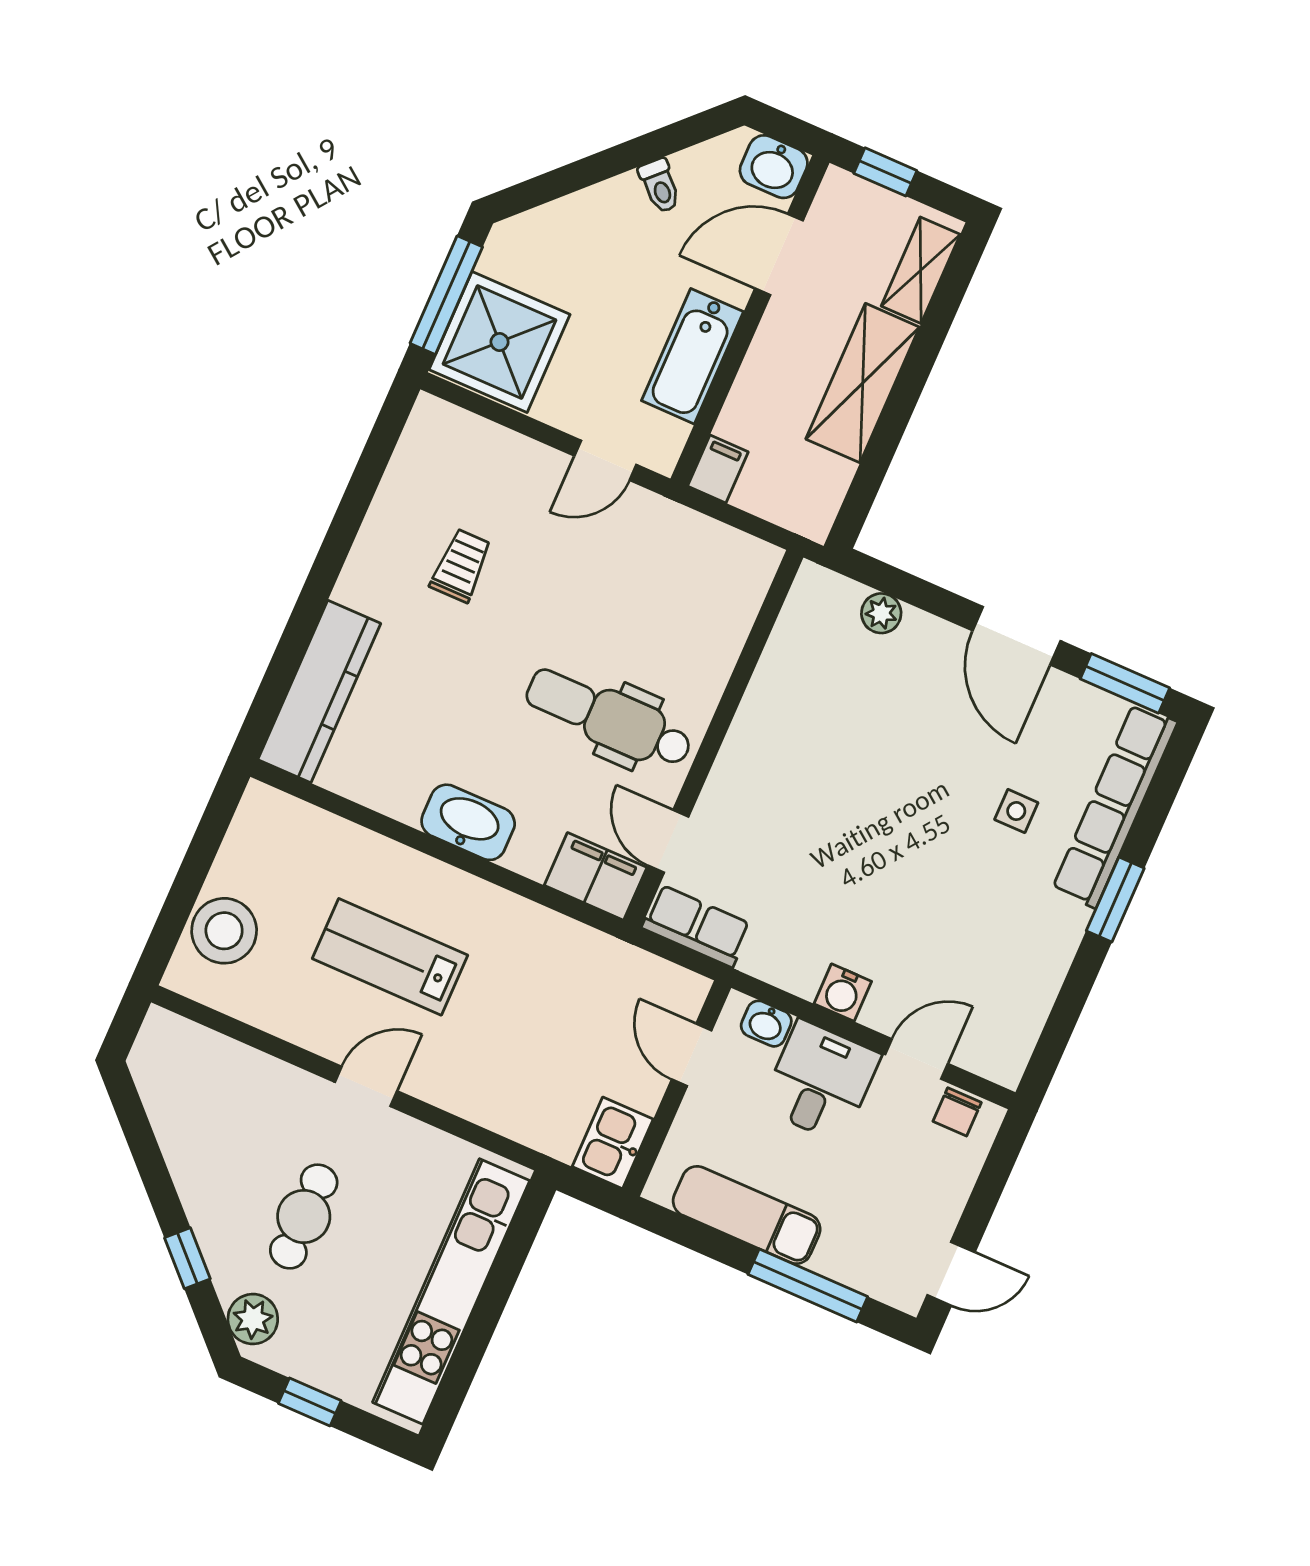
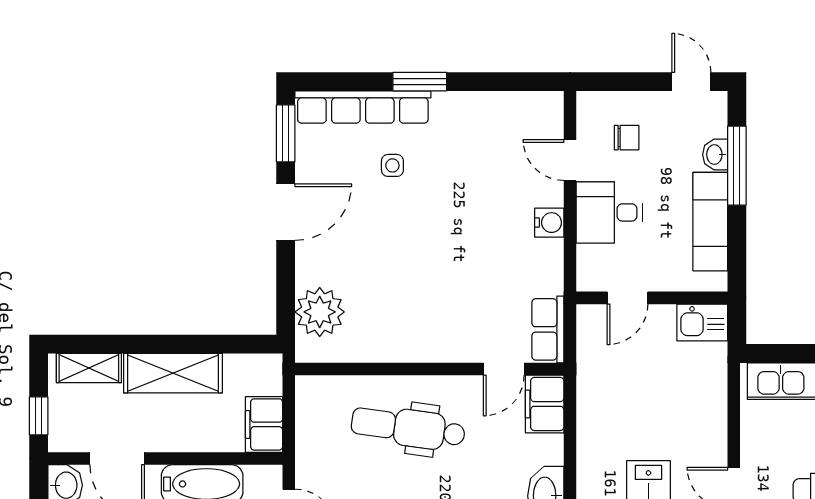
filing cabinet: (718, 469) -> (264, 424), width x2.00
plant: (881, 613) -> (320, 312), width x1.88, depth x1.88
dental chair: (609, 718) -> (408, 428), moved, turned 98
washbasin: (766, 1024) -> (715, 155), moved, turned 180
chair: (957, 1112) -> (627, 138), moved

